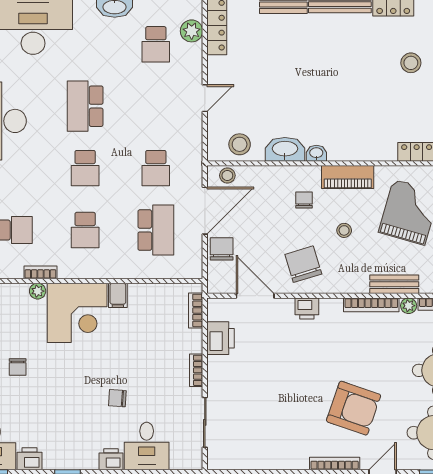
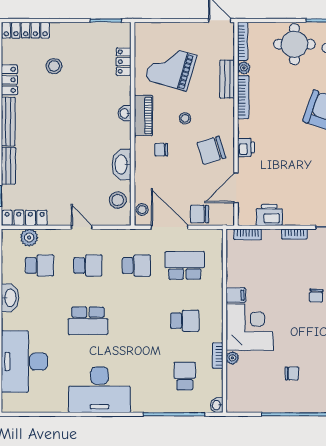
washbasin: (316, 153) -> (125, 113), moved
school desk: (85, 168) -> (88, 265), moved

